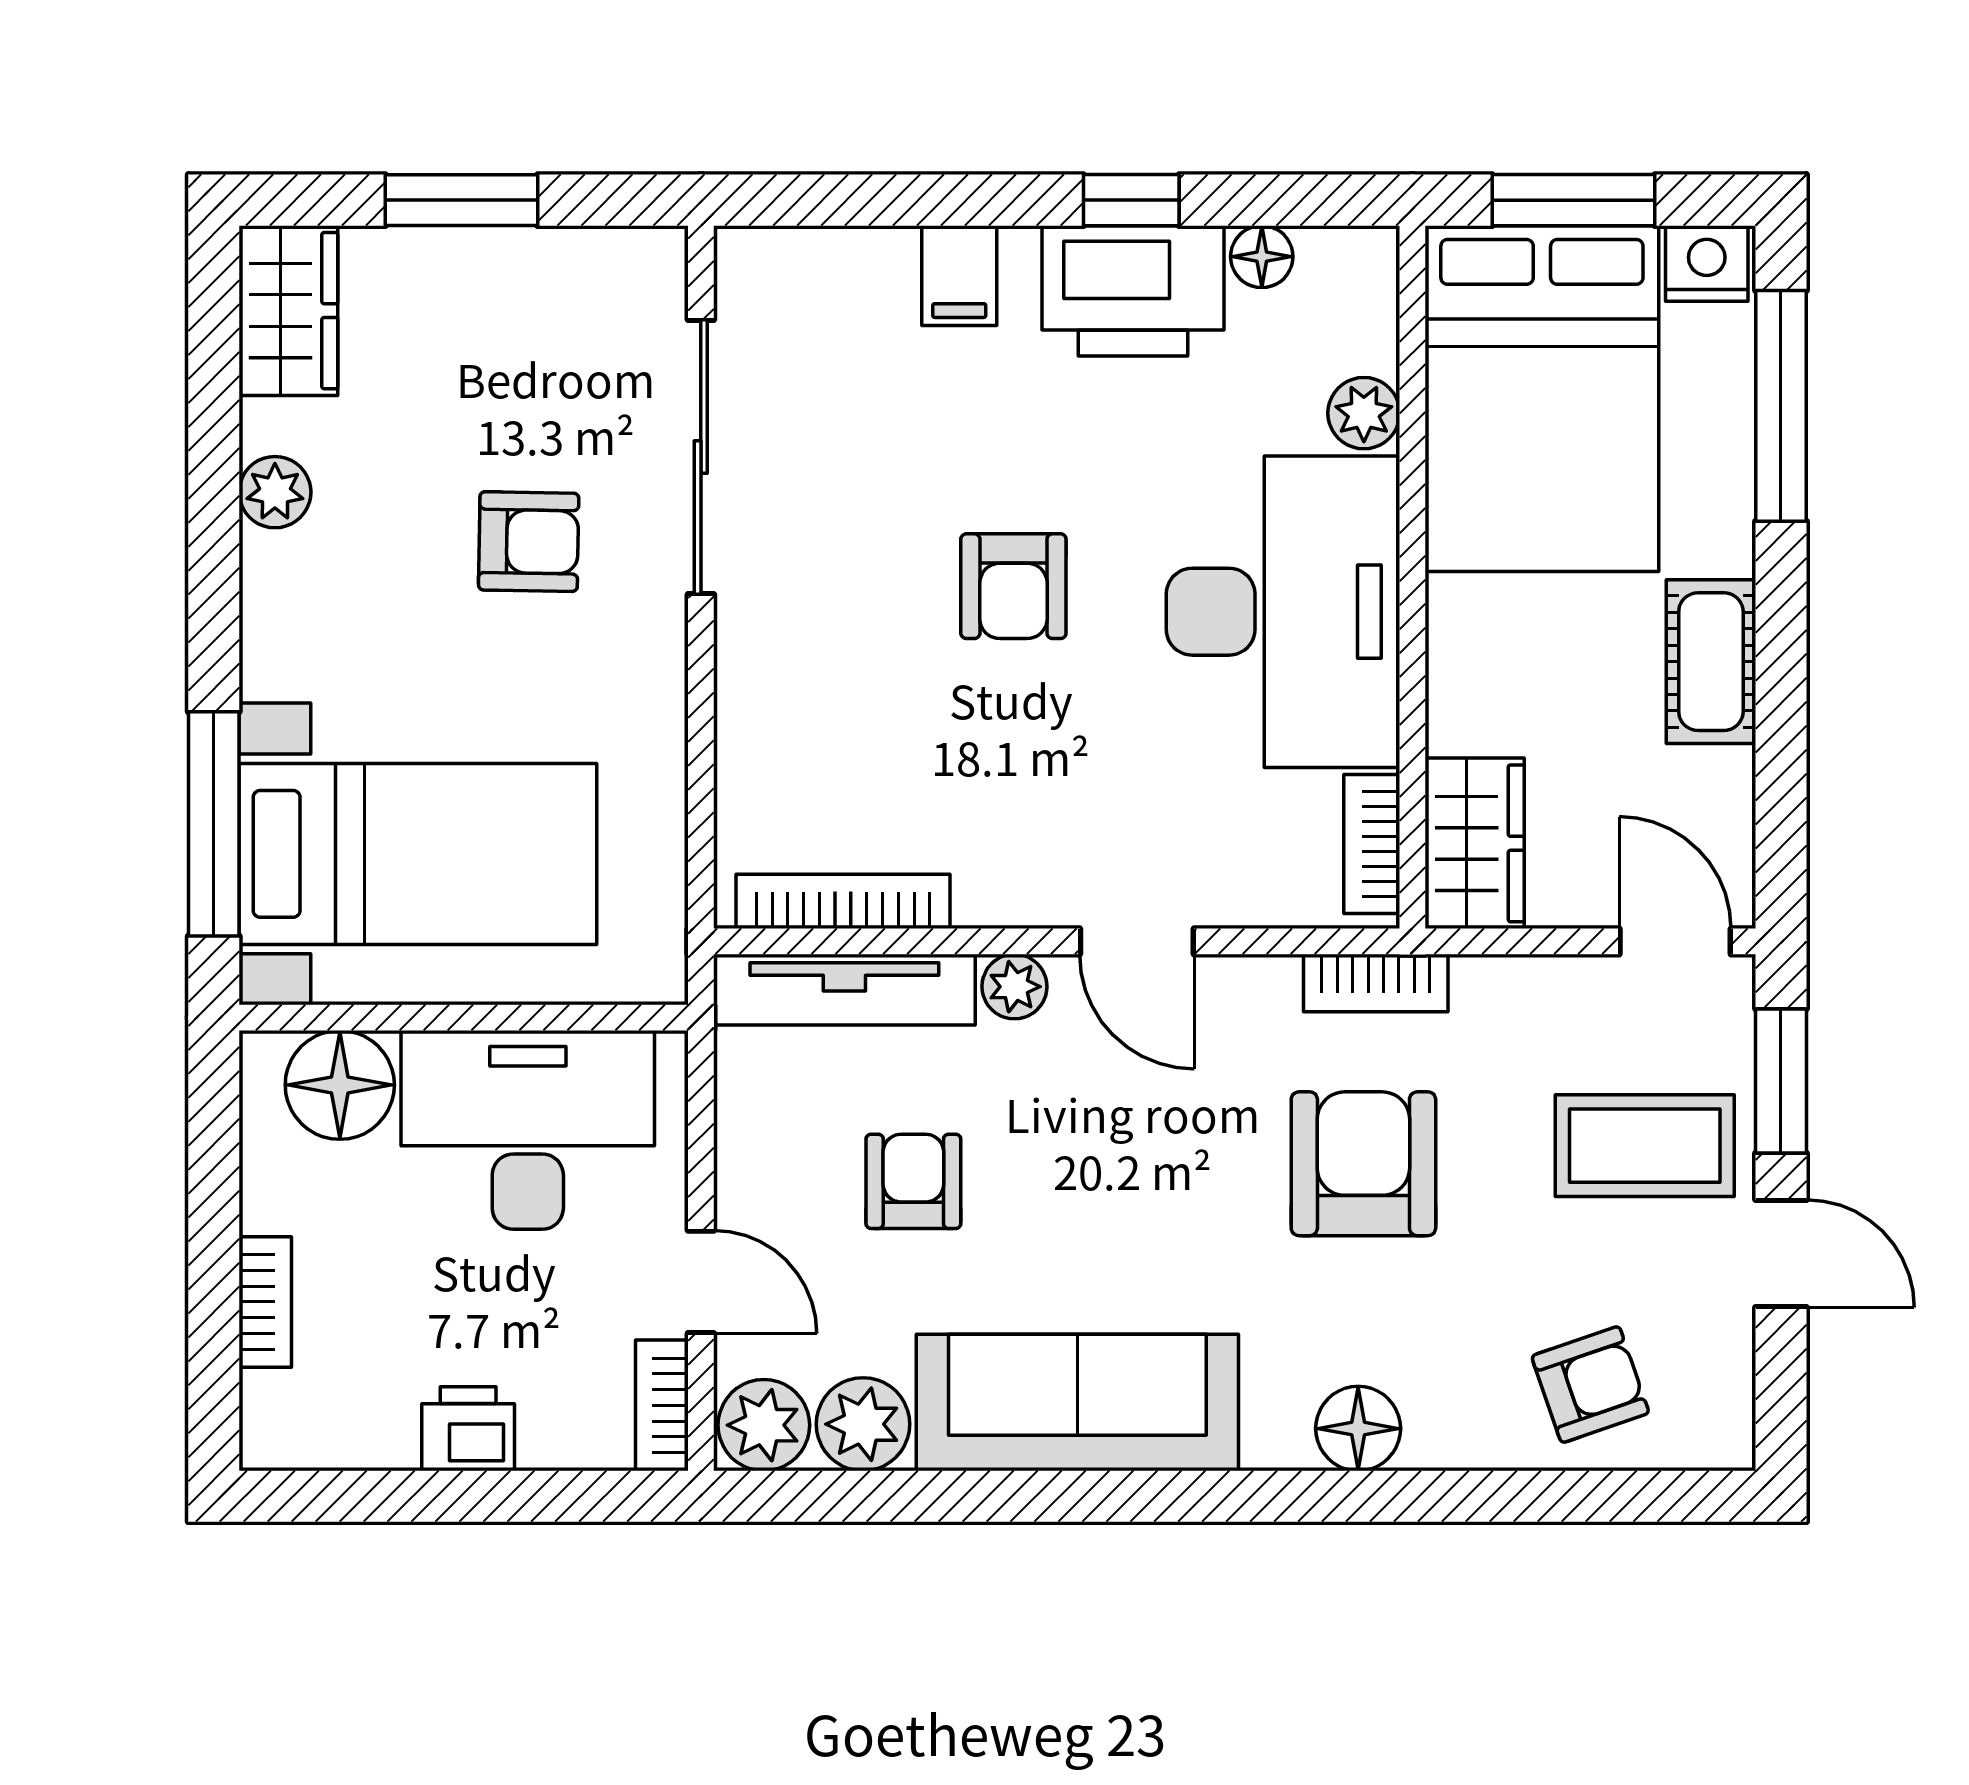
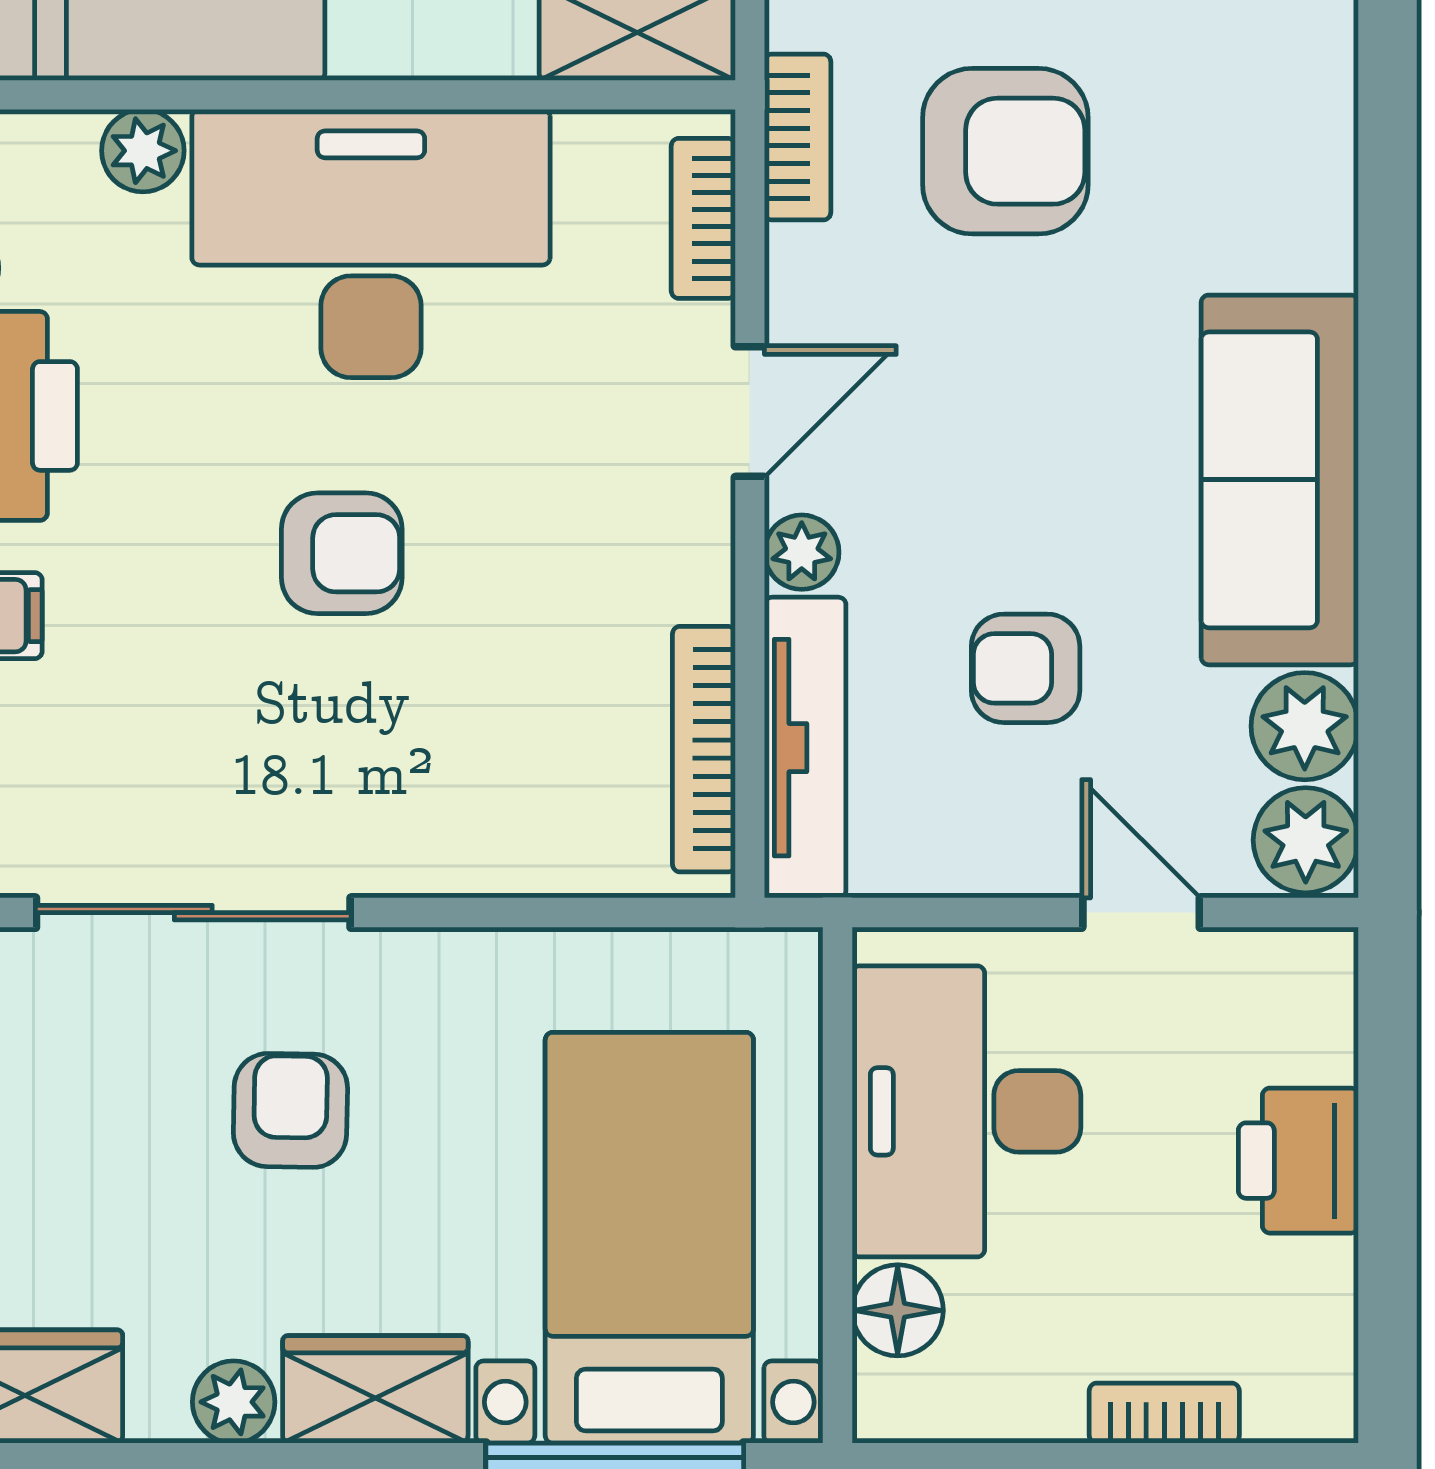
wardrobe: (286, 615) -> (375, 1389), added
bookcase: (1372, 844) -> (703, 218), moved, turned 90
floor lamp: (340, 1085) -> (898, 1310), width x0.73, depth x0.73
armchair: (1363, 1164) -> (1005, 151), turned 180
door: (701, 1282) -> (1141, 913), hinge flipped
bookcase: (662, 1405) -> (1283, 957), removed
printer: (468, 1429) -> (1298, 1161), width x1.36, depth x1.24
floor lamp: (1358, 1429) -> (1310, 157), removed

